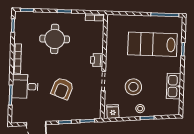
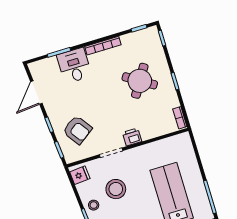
round table: (55, 39) -> (140, 81), turned 32
armchair: (62, 88) -> (77, 130), moved, turned -146

